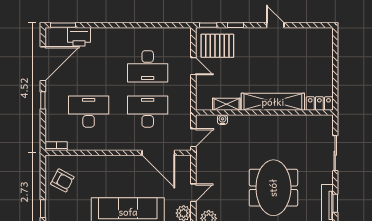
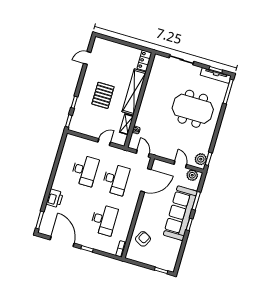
door: (275, 25) -> (87, 58), moved
printer: (79, 37) -> (55, 198), moved
pallet: (217, 46) -> (103, 95), moved
door: (193, 66) -> (104, 142), moved
desk: (89, 112) -> (104, 220), turned 180
desk: (148, 112) -> (116, 179), turned 180
armchair: (62, 180) -> (143, 239), moved

